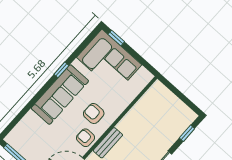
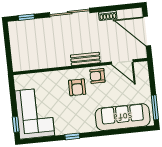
sofa: (60, 95) -> (123, 117), moved
armchair: (86, 138) -> (97, 76), turned 90

